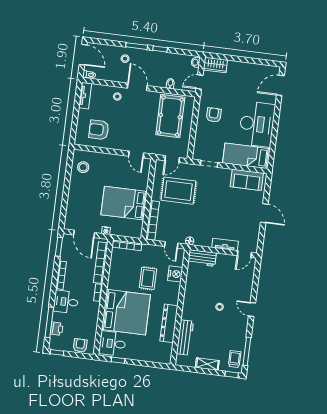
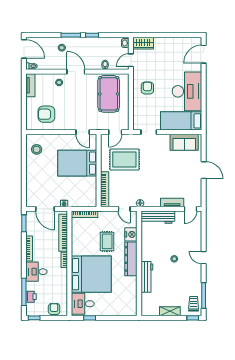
bed: (124, 203) -> (77, 163), moved
workbench: (202, 258) -> (158, 217), width x1.38
dresser: (169, 323) -> (131, 259), moved
workbench: (185, 337) -> (147, 277), moved

